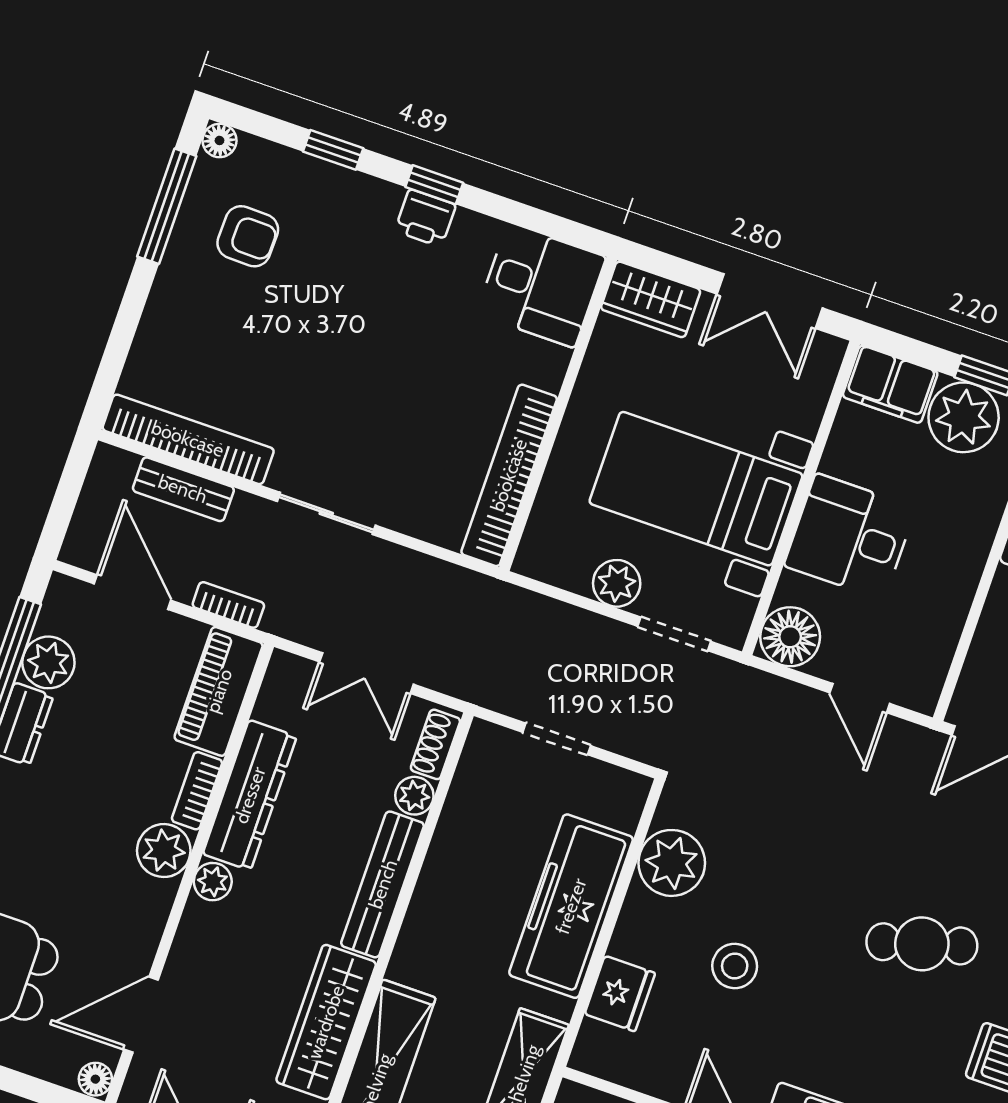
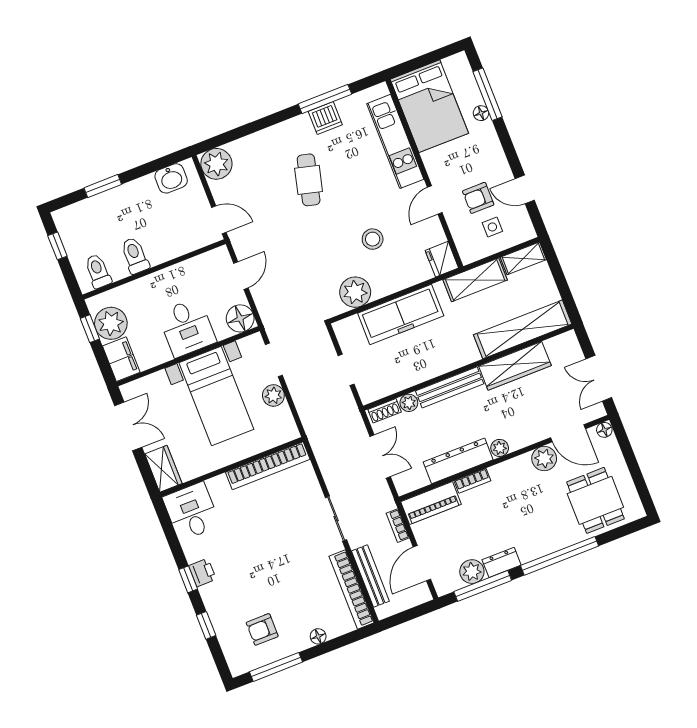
floor lamp: (219, 140) -> (318, 636), moved
armchair: (248, 236) -> (262, 629), turned -91
bench: (183, 489) -> (370, 576), width x1.36
plant: (164, 851) -> (544, 459), moved
cafe table: (922, 944) -> (309, 180), turned 30
fridge: (620, 994) -> (442, 259), moved, turned -90

